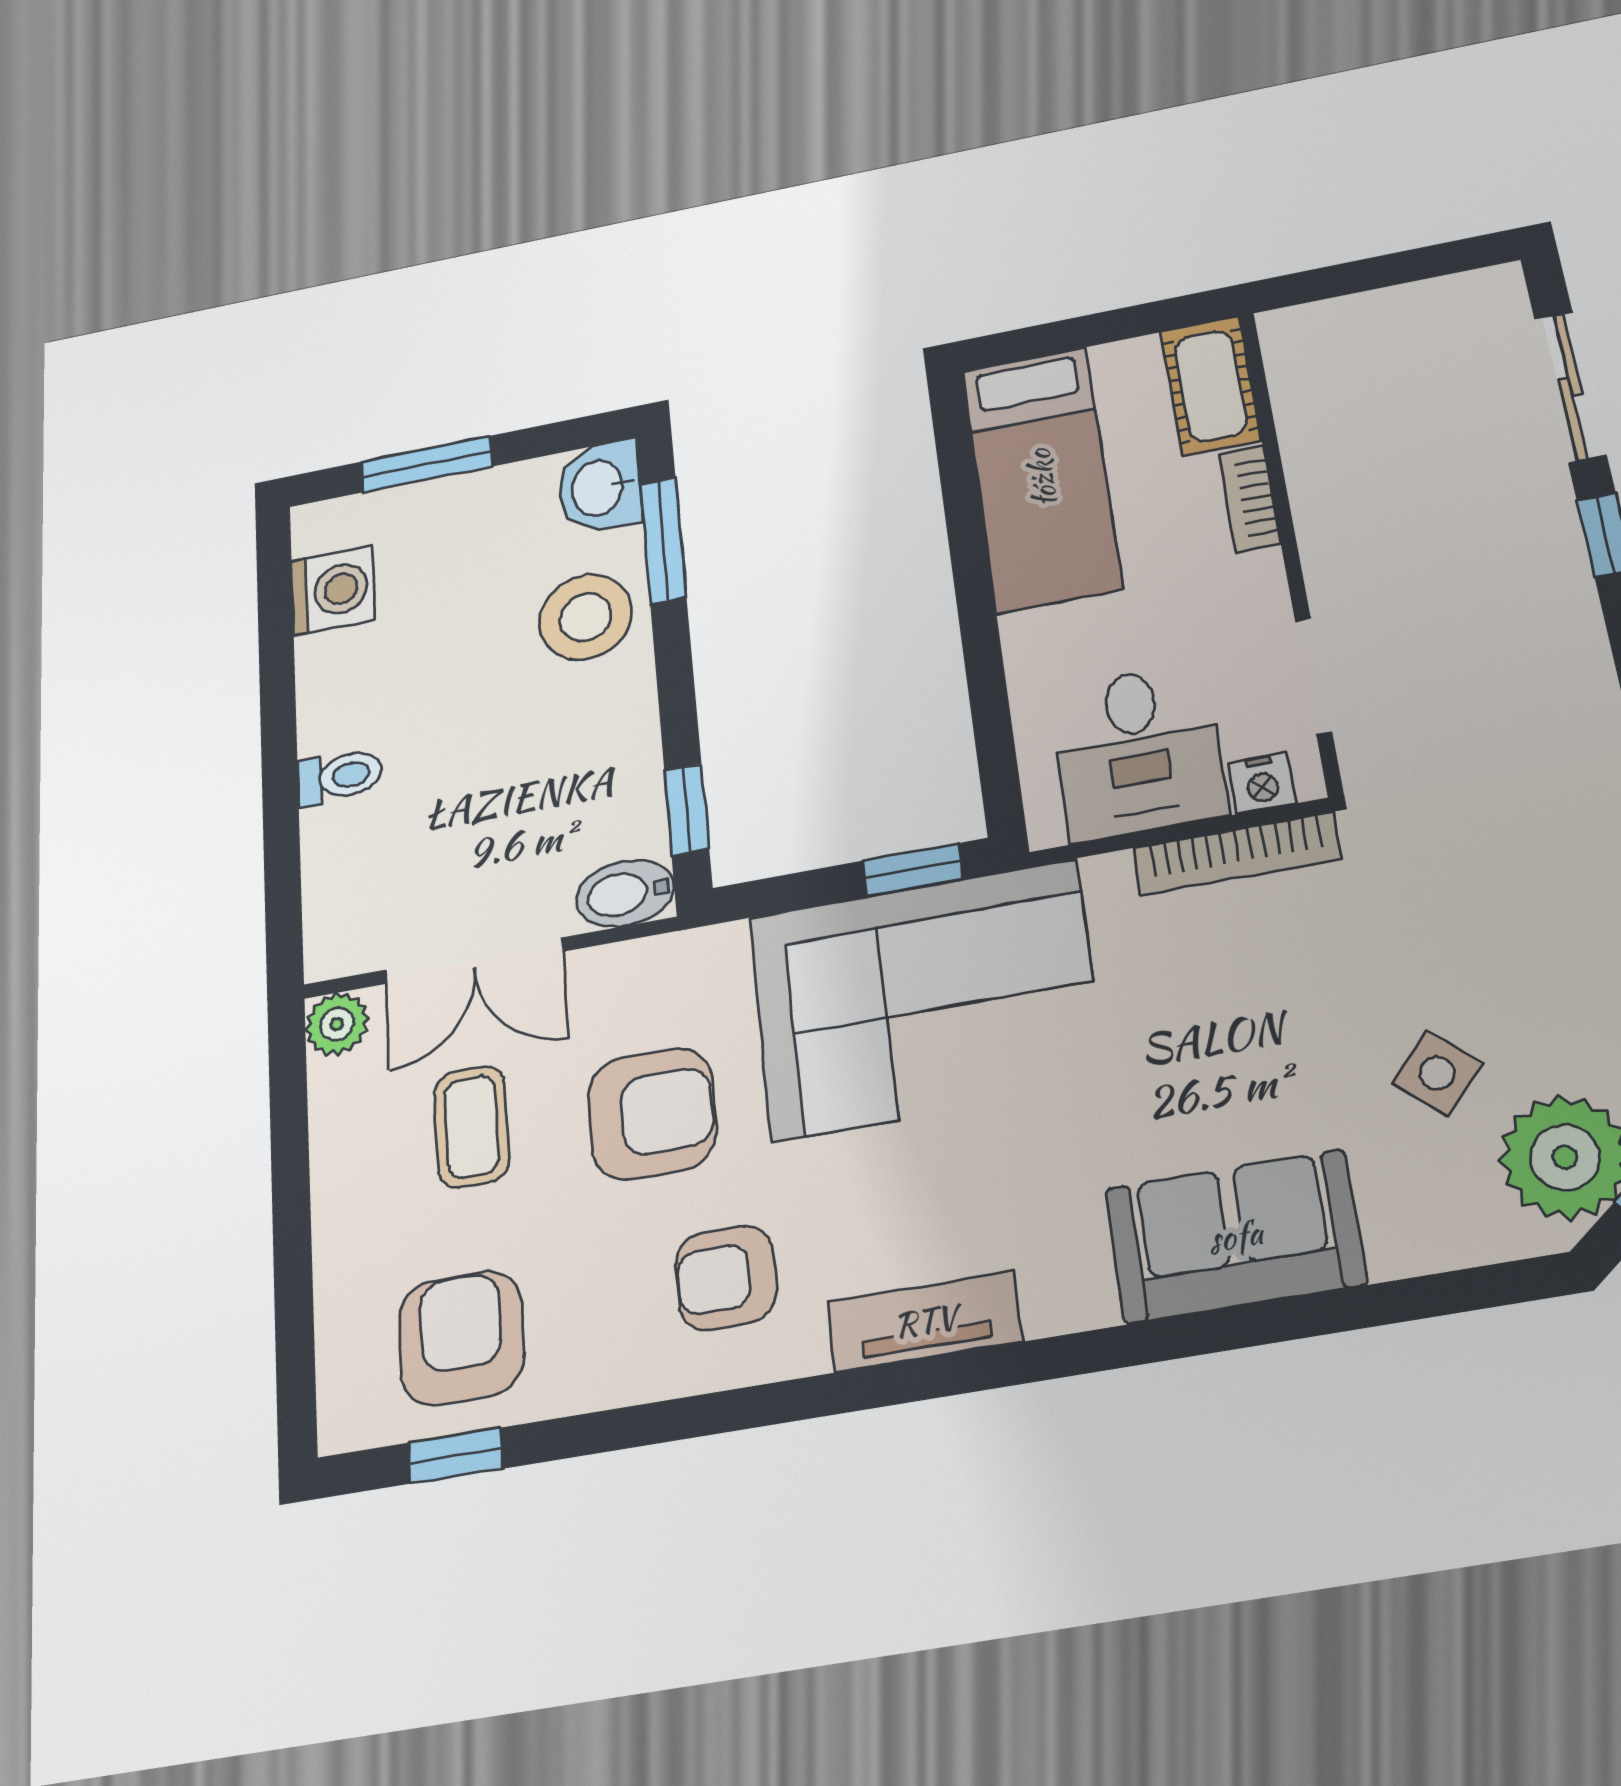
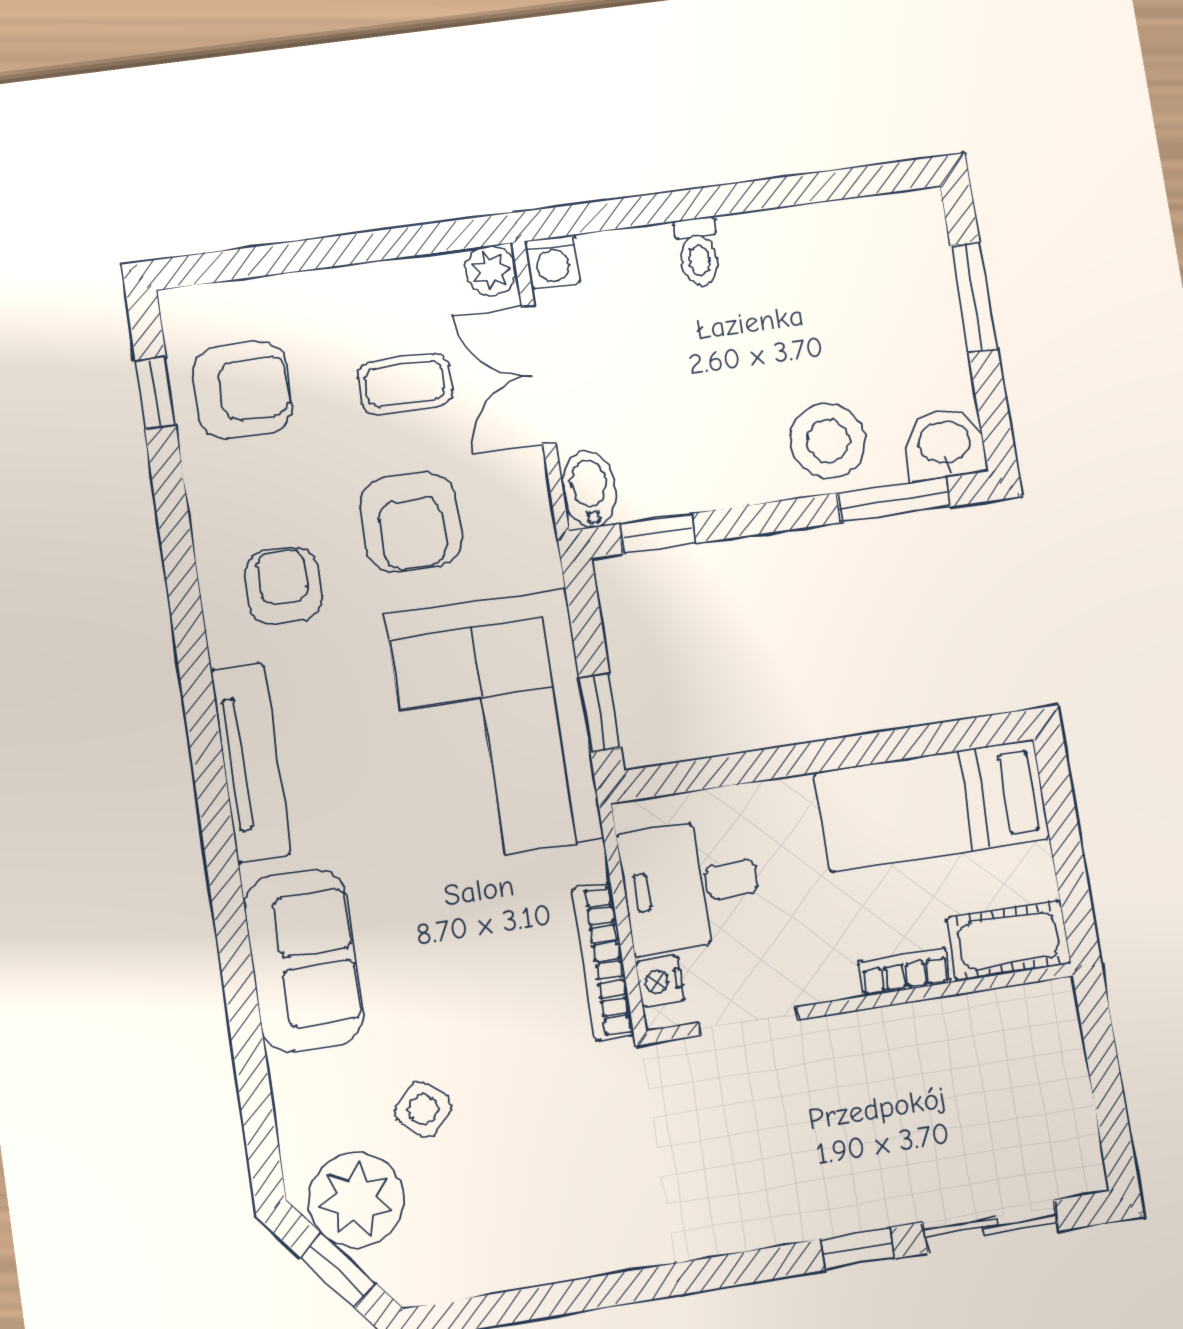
washing machine: (333, 590) -> (553, 262), moved, width x0.73, depth x0.73
tv unit: (925, 1321) -> (250, 763), width x1.41

